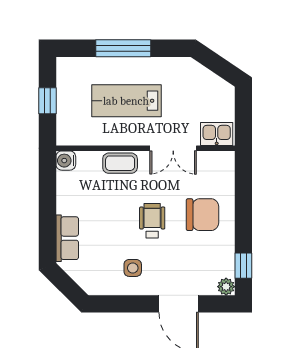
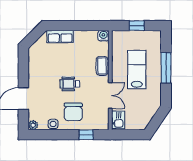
double door: (173, 148) -> (110, 96), swing flipped
wheelchair: (152, 221) -> (70, 84), turned 180
window: (243, 266) -> (86, 135), moved
side table: (133, 268) -> (53, 124), moved

